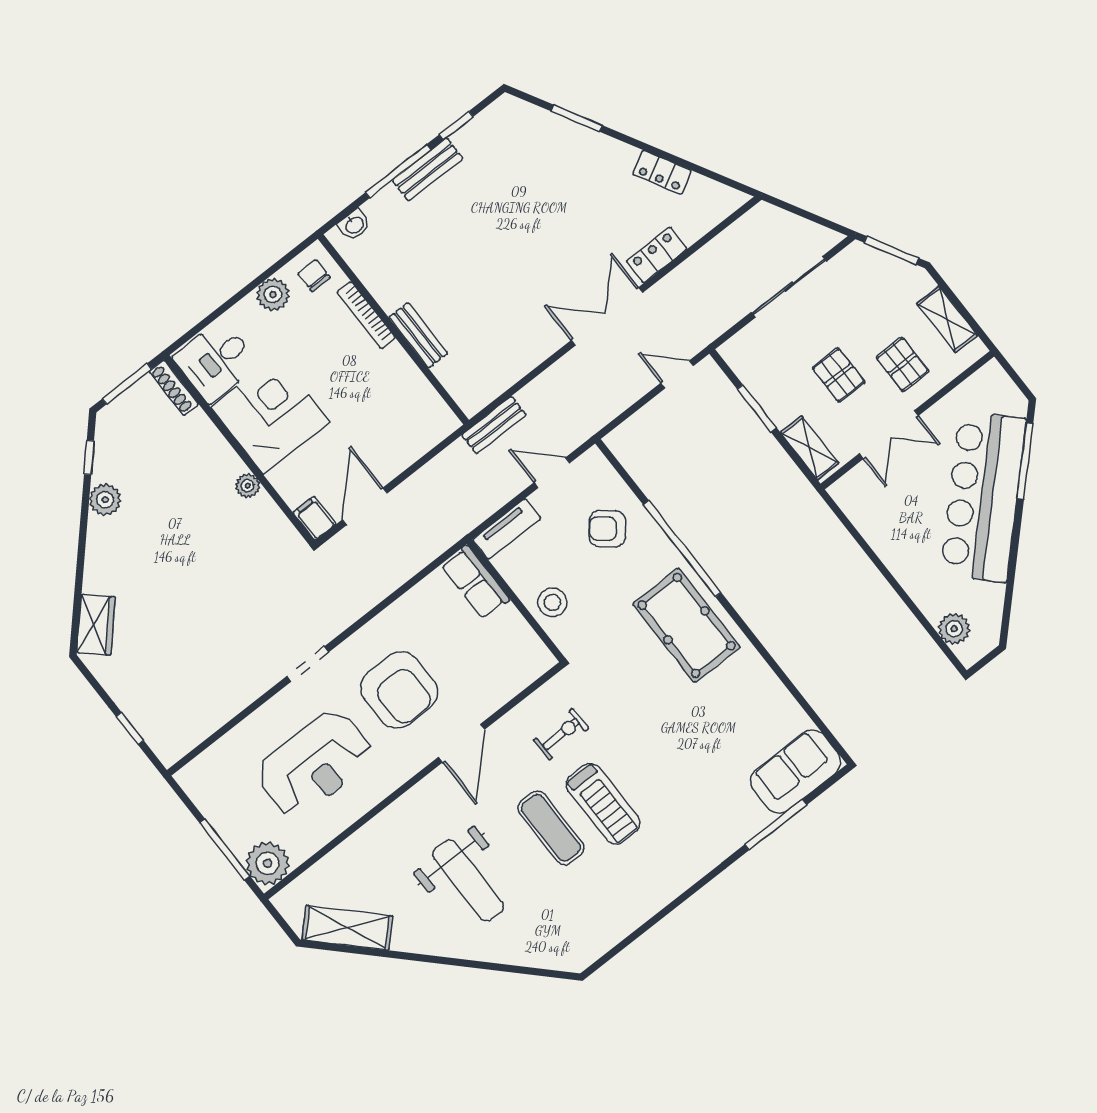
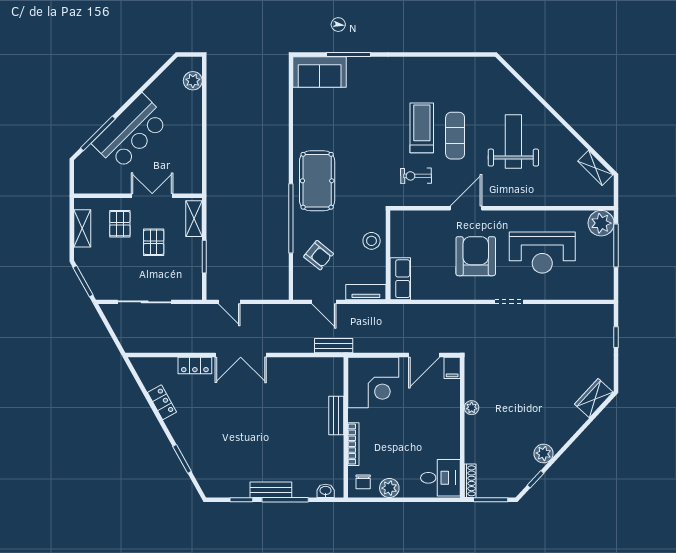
corner desk: (270, 415) -> (373, 382), moved, turned -90
bar counter: (983, 497) -> (131, 132), width x0.73
reception desk: (315, 764) -> (542, 253), turned 180
shelving: (347, 928) -> (595, 168), width x0.67, depth x0.75

